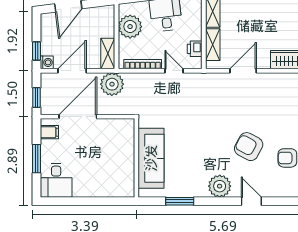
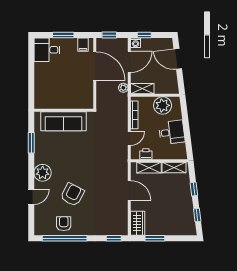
door: (72, 71) -> (129, 62), hinge flipped
plant: (112, 84) -> (123, 88), width x0.53, depth x0.53

